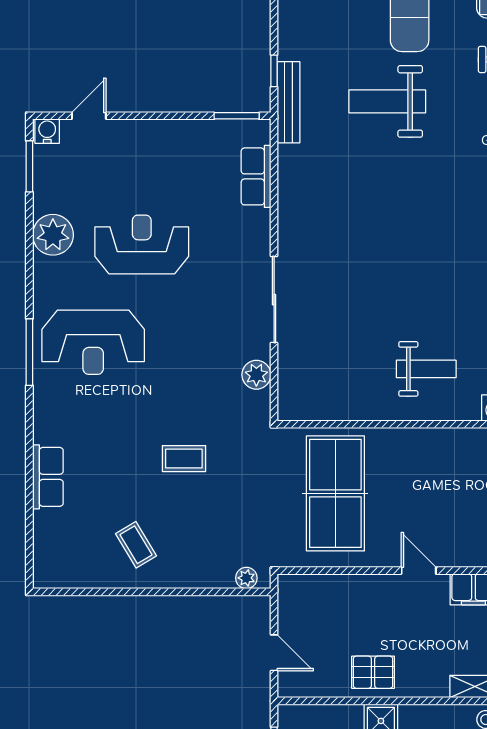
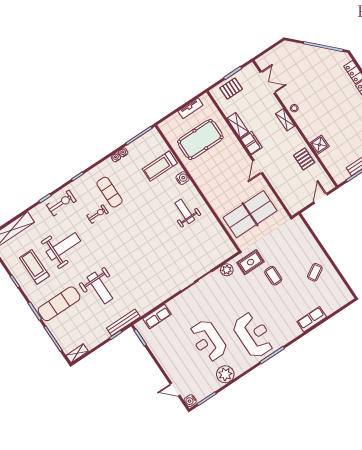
rug: (240, 432) -> (251, 262), added
plant: (246, 578) -> (301, 226), removed

